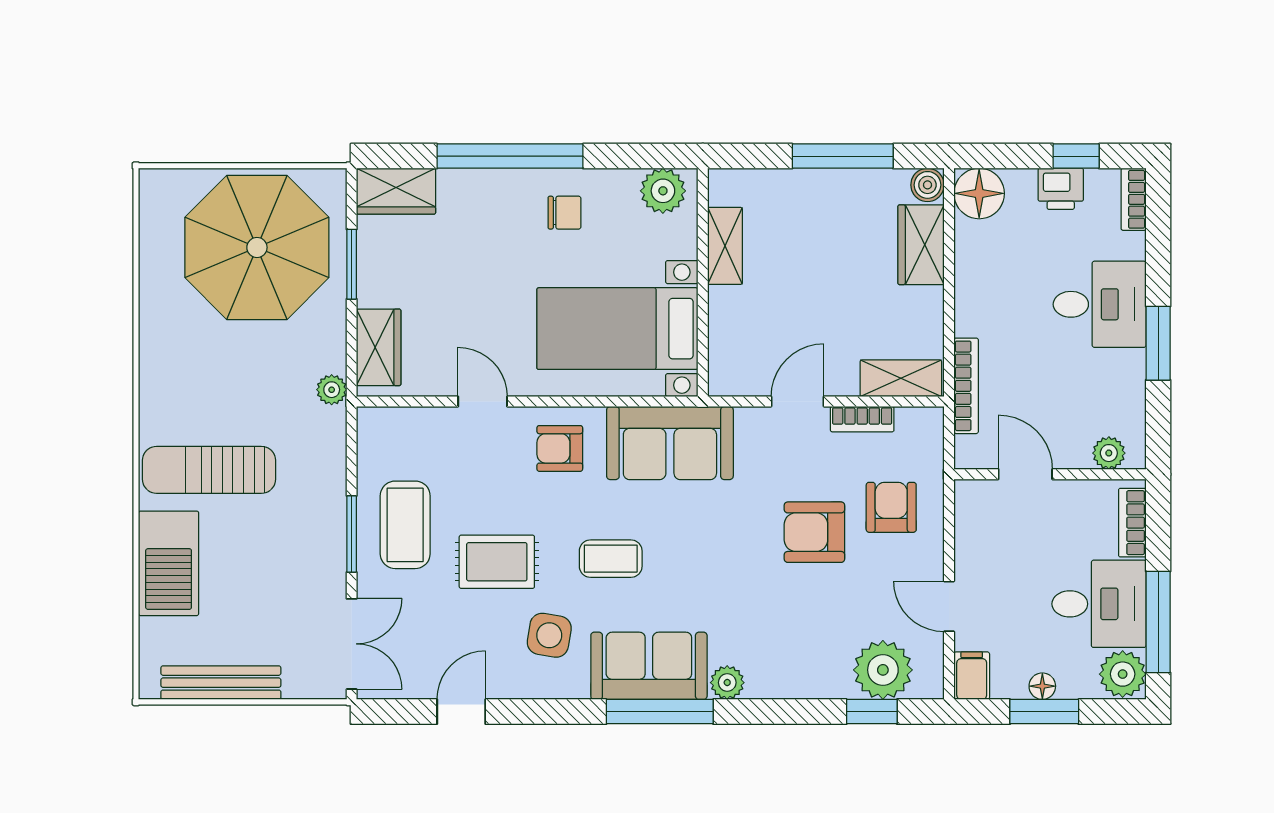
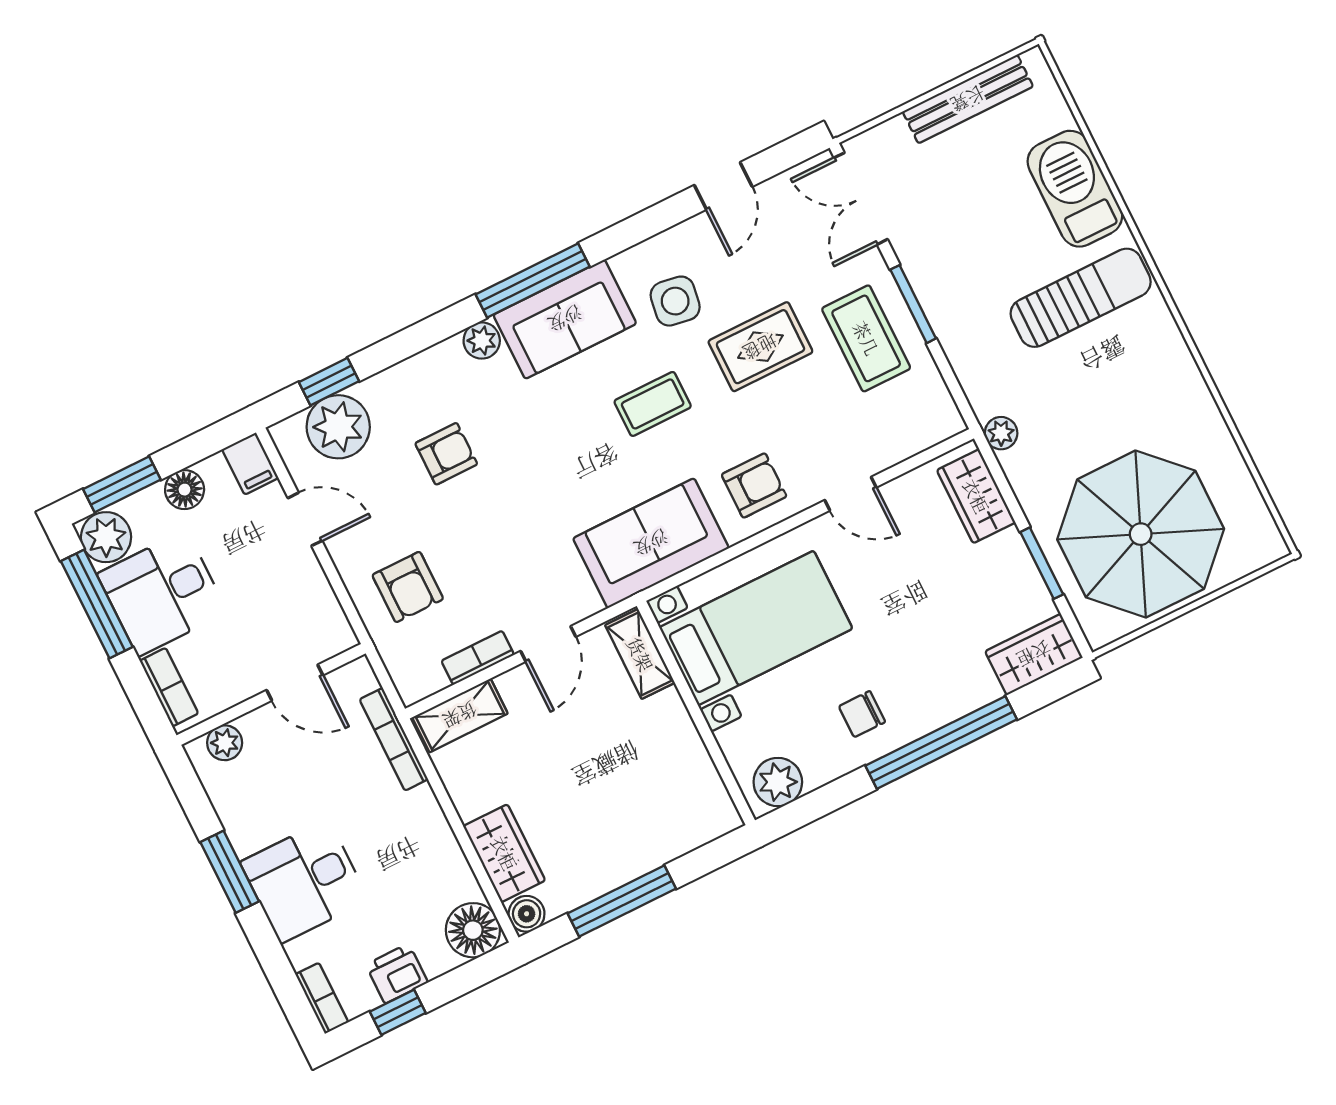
shelving: (725, 246) -> (640, 654), moved
armchair: (814, 532) -> (446, 454), moved, width x0.72, depth x0.72
floor lamp: (1042, 686) -> (185, 490), width x1.37, depth x1.37
window: (1044, 712) -> (122, 484), moved

